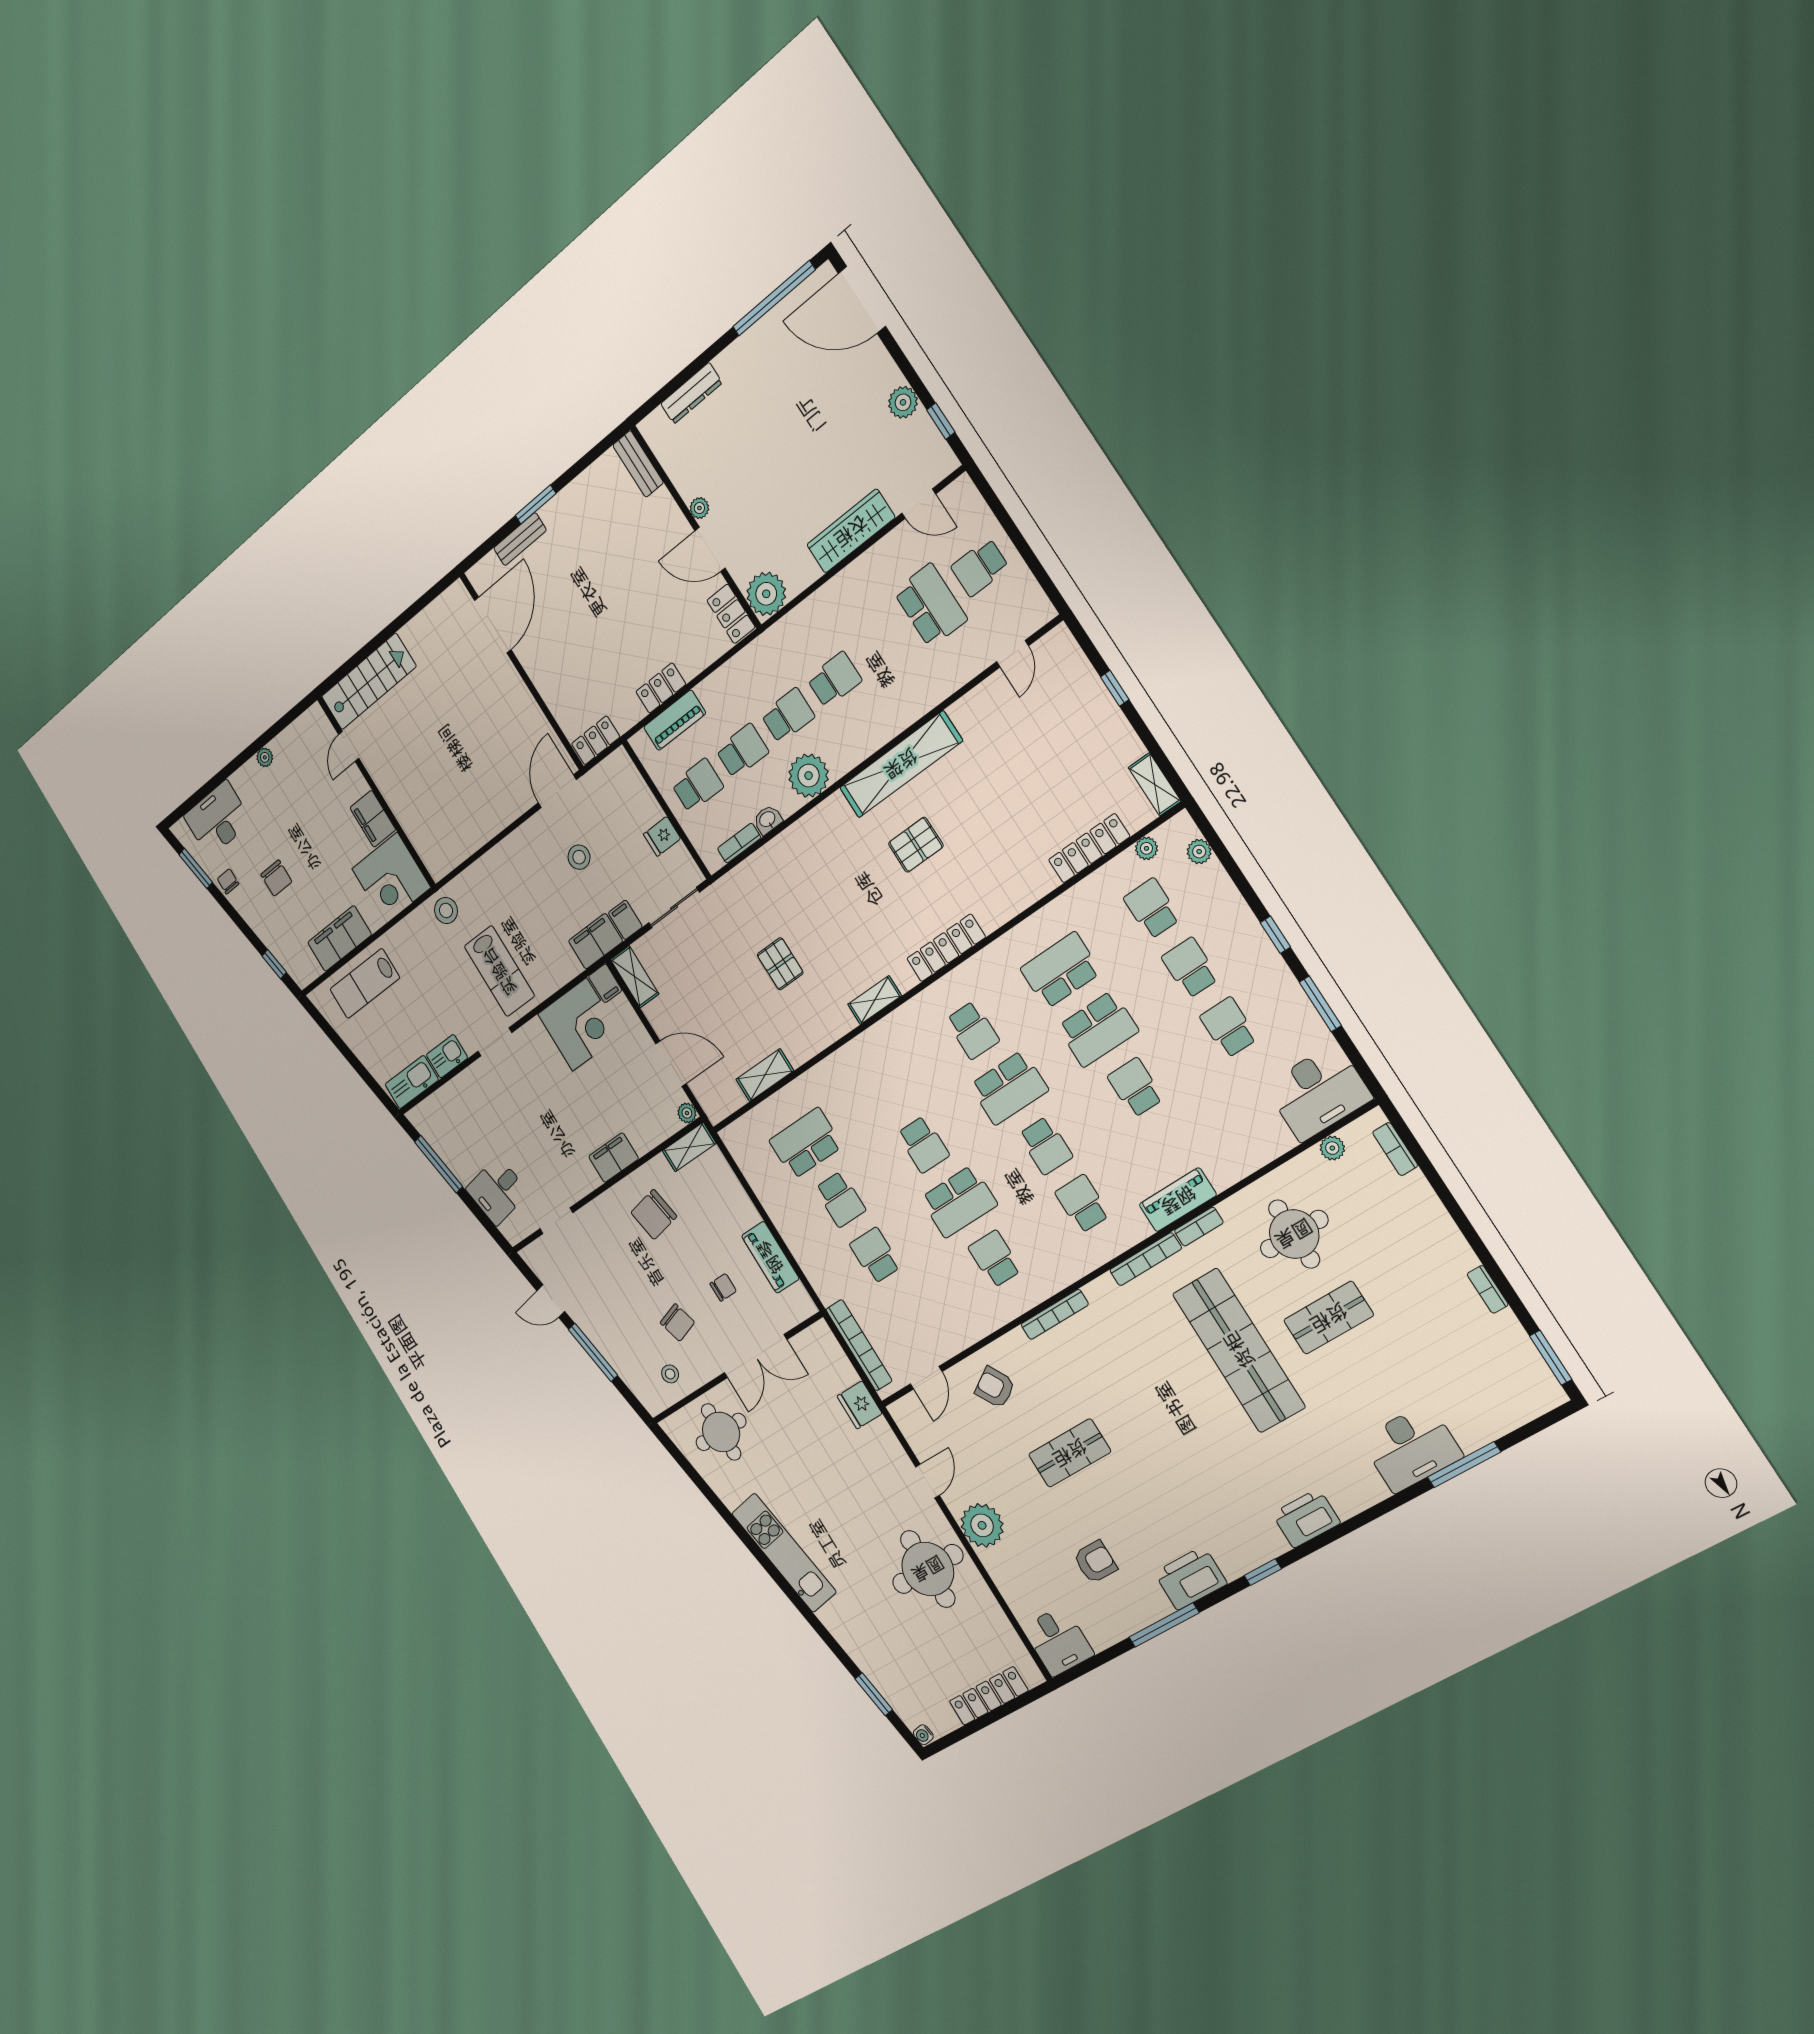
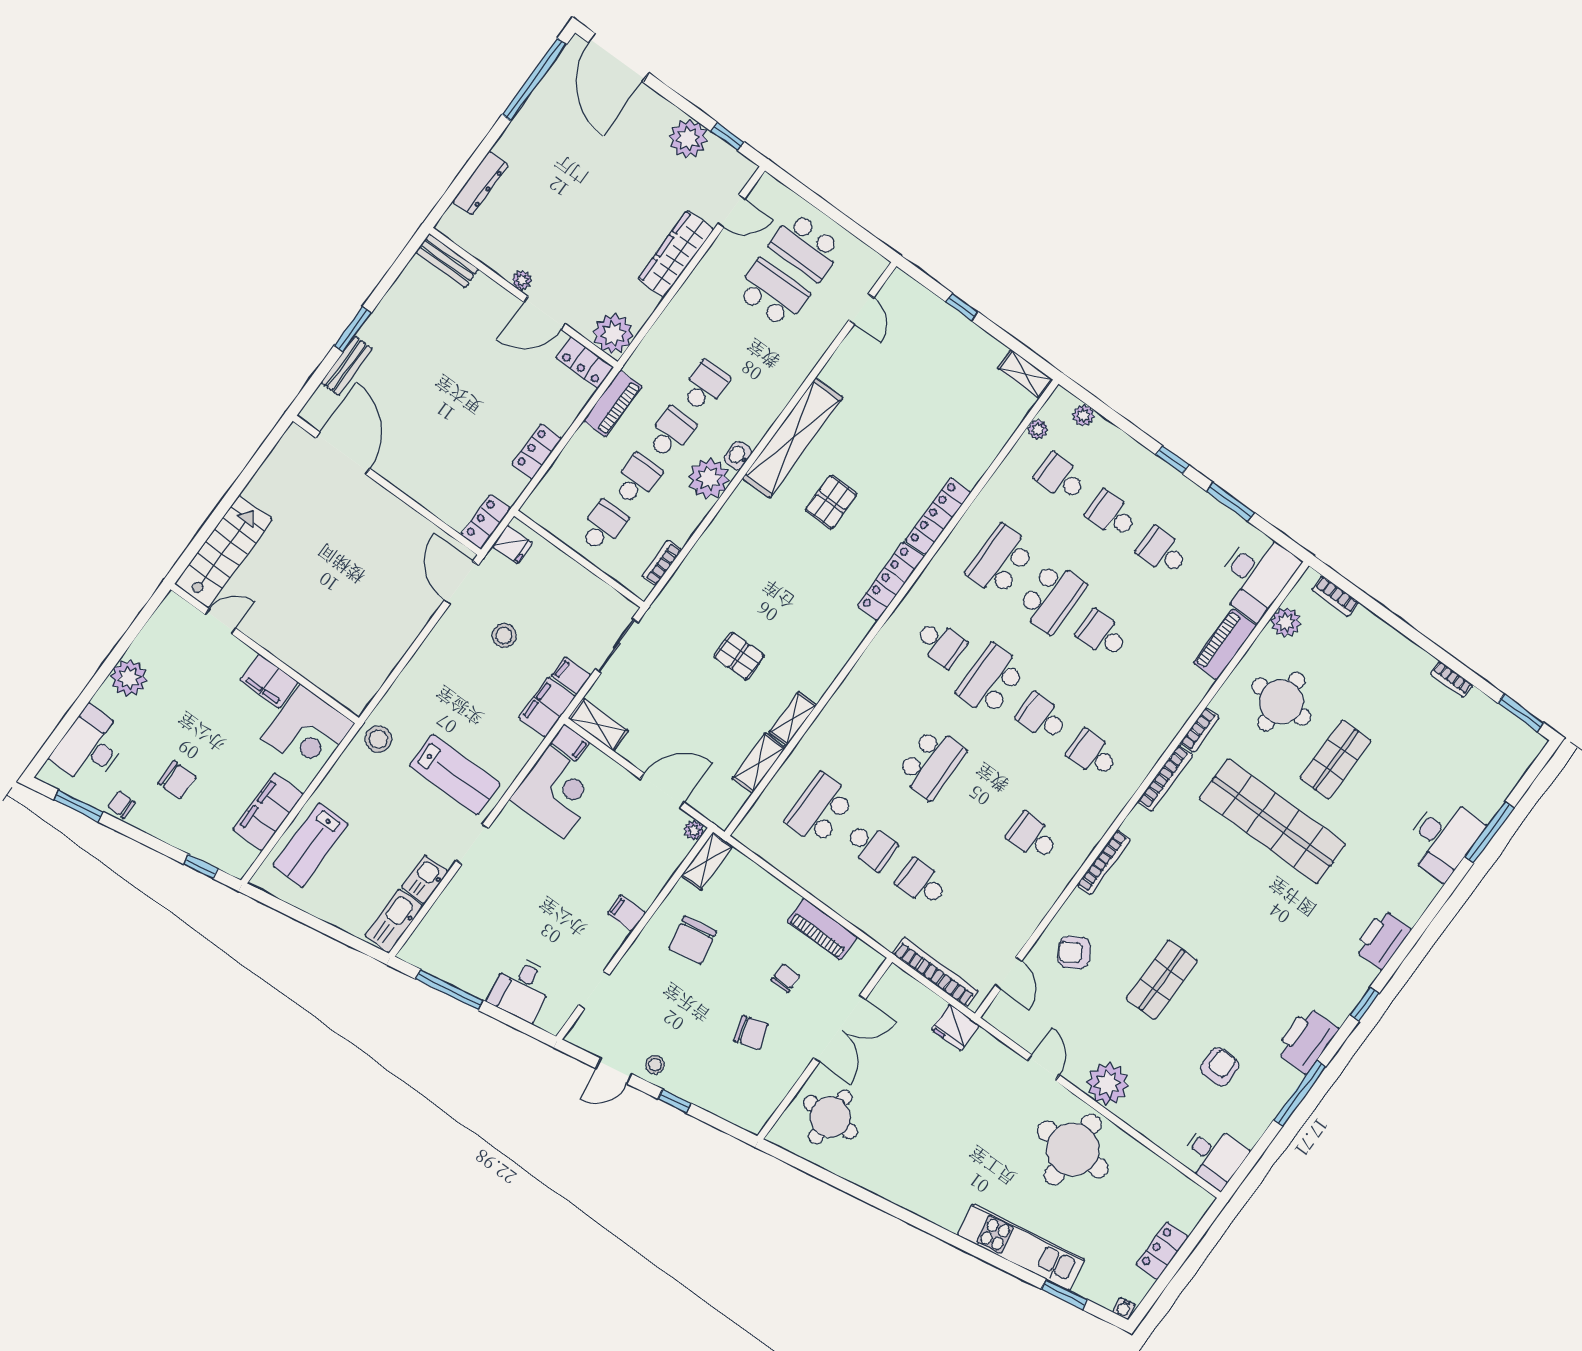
door: (862, 300) -> (619, 58), hinge flipped
plant: (903, 402) -> (688, 139), width x1.36, depth x1.36
school desk: (980, 567) -> (806, 246), width x1.85
piano: (675, 720) -> (613, 404), moved
door: (349, 746) -> (220, 621), swing flipped
plant: (265, 757) -> (129, 678), width x1.87, depth x1.87
washbasin: (768, 820) -> (738, 456), moved
fridge: (662, 836) -> (512, 545), moved, turned -90
locker: (1089, 848) -> (938, 516), moved
shelving: (875, 1000) -> (793, 719), moved
school desk: (1009, 1088) -> (991, 680), turned 180
school desk: (923, 1144) -> (931, 763), width x1.85
school desk: (1046, 1146) -> (1042, 717), turned 180
plant: (1332, 1148) -> (1286, 622), width x1.38, depth x1.38
filing cabinet: (614, 1158) -> (626, 913), width x0.50
piano: (1178, 1200) -> (1225, 644), moved
school desk: (959, 1201) -> (982, 800), removed
window: (593, 1352) -> (675, 1101), width x0.46
stool: (670, 1374) -> (655, 1065), moved
kitchen unit: (784, 1553) -> (1021, 1247), moved
locker: (989, 1696) -> (1162, 1251), width x0.66

